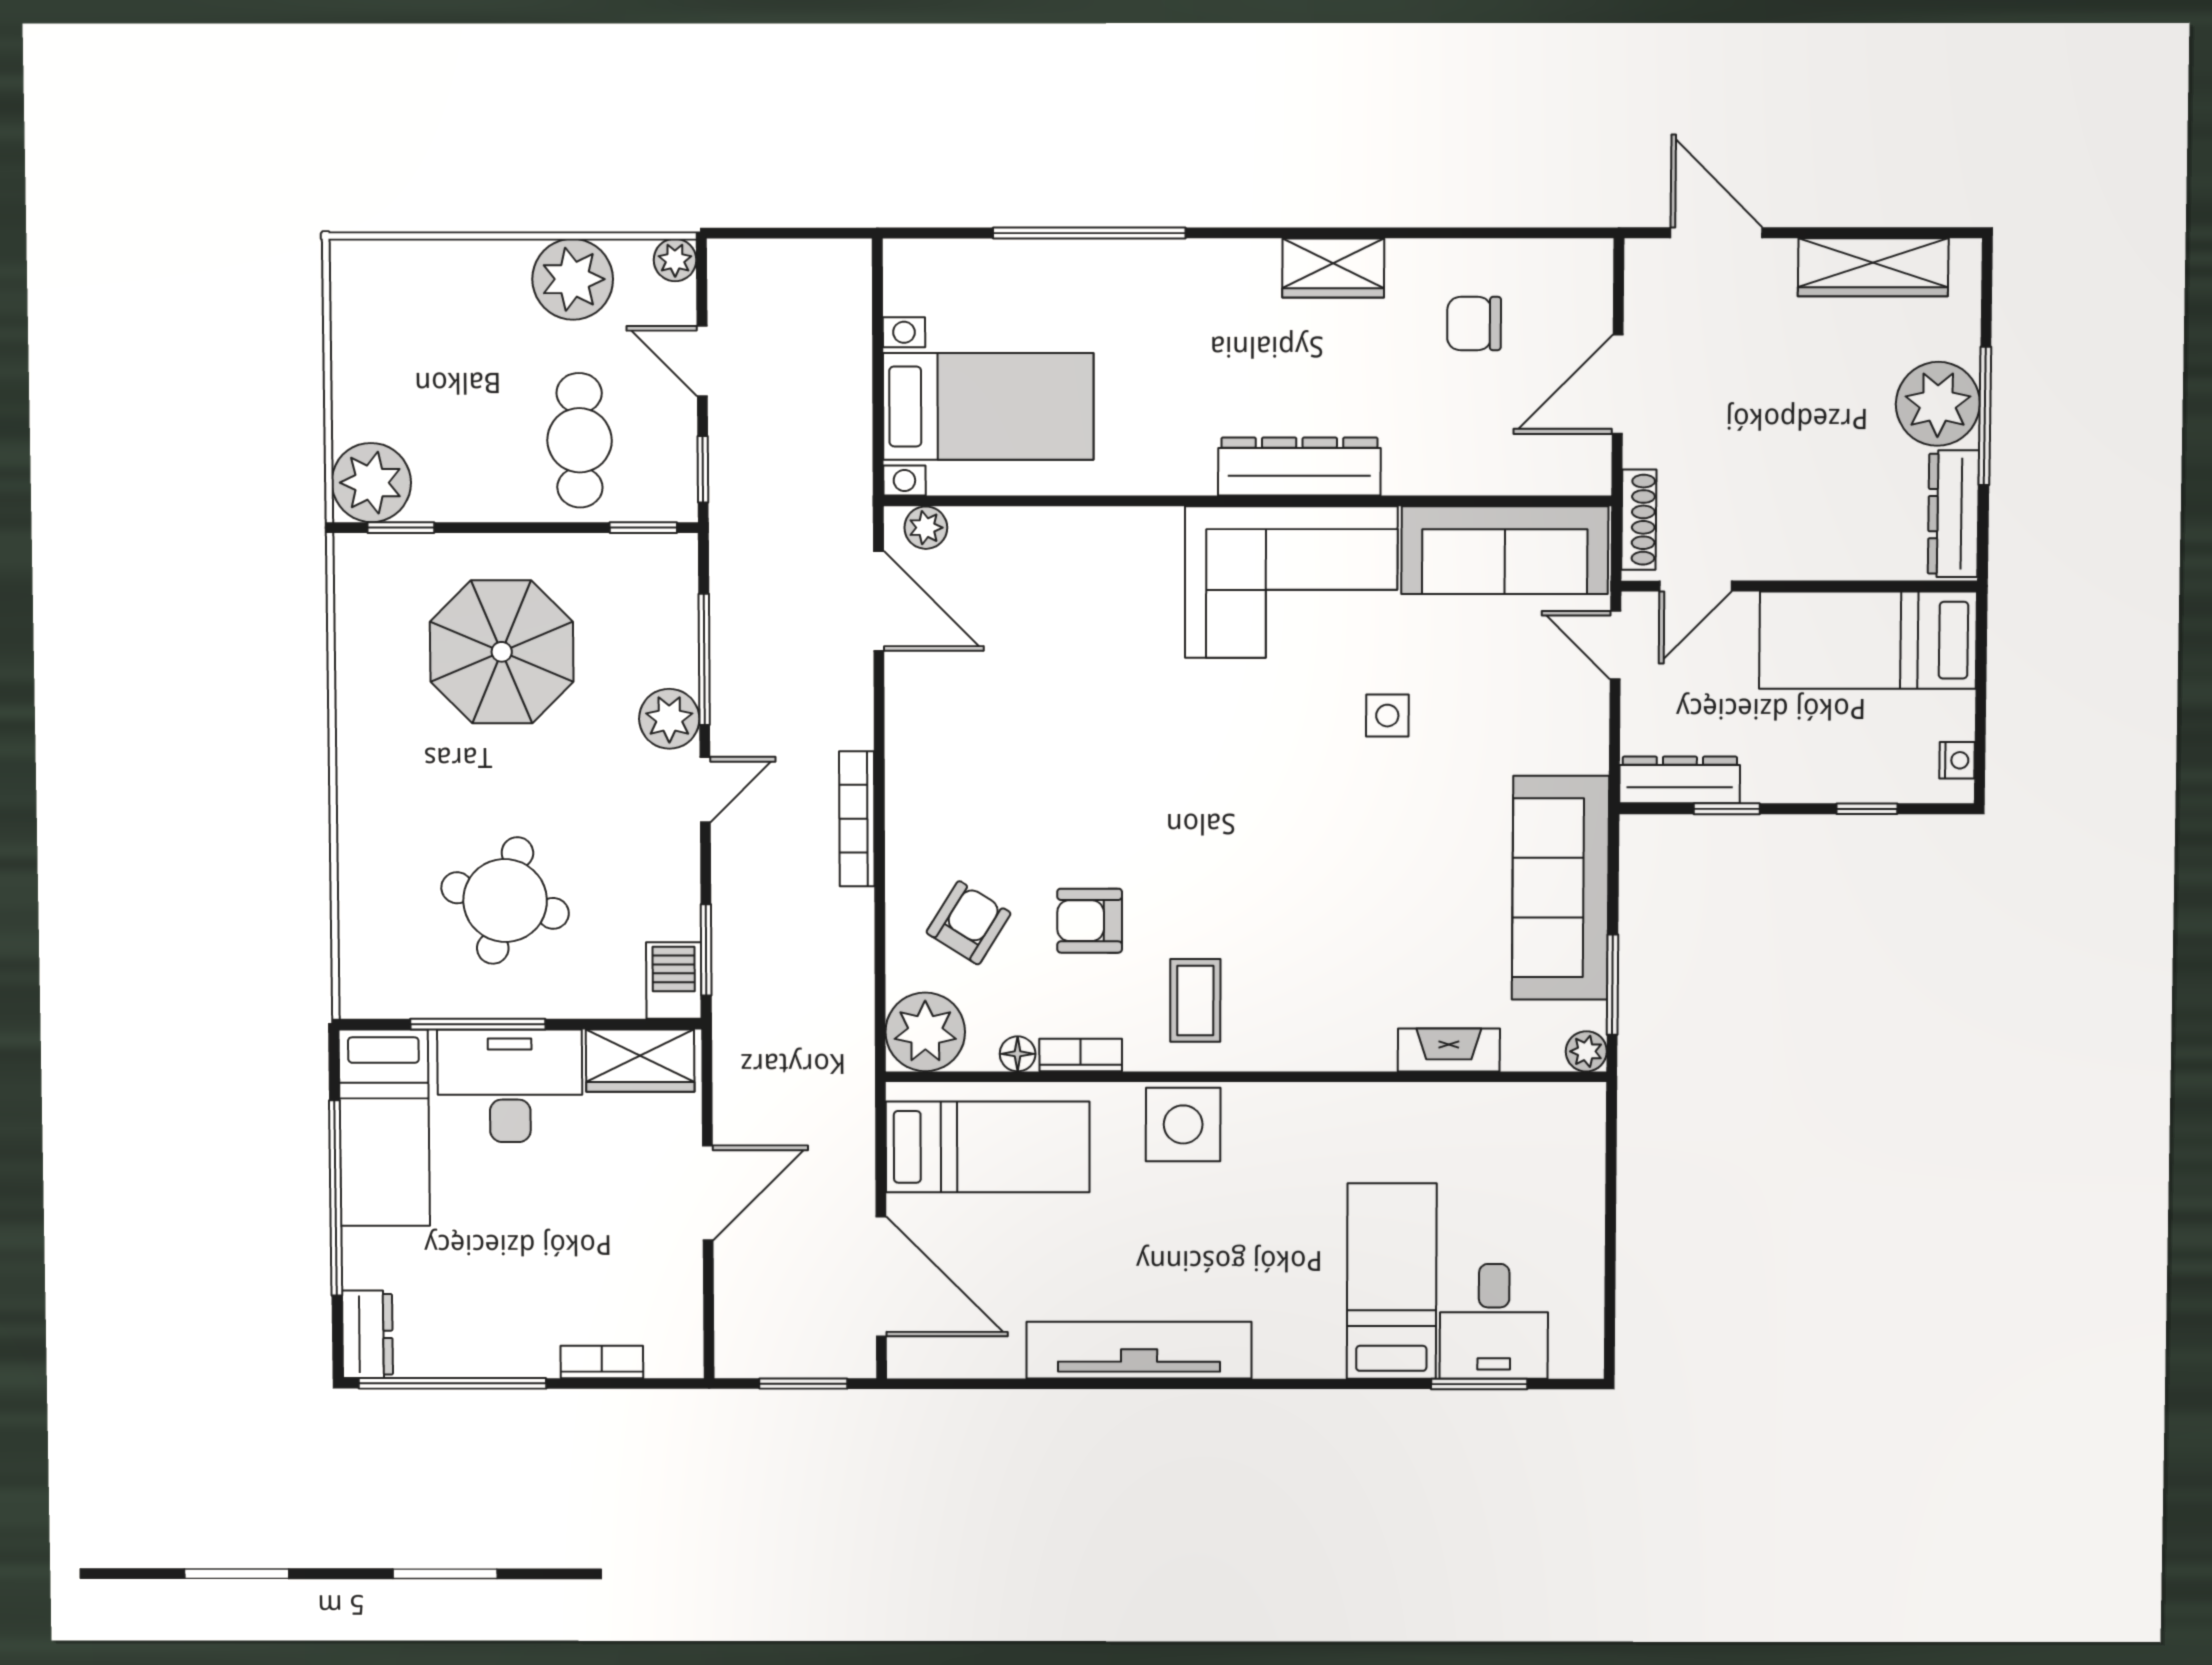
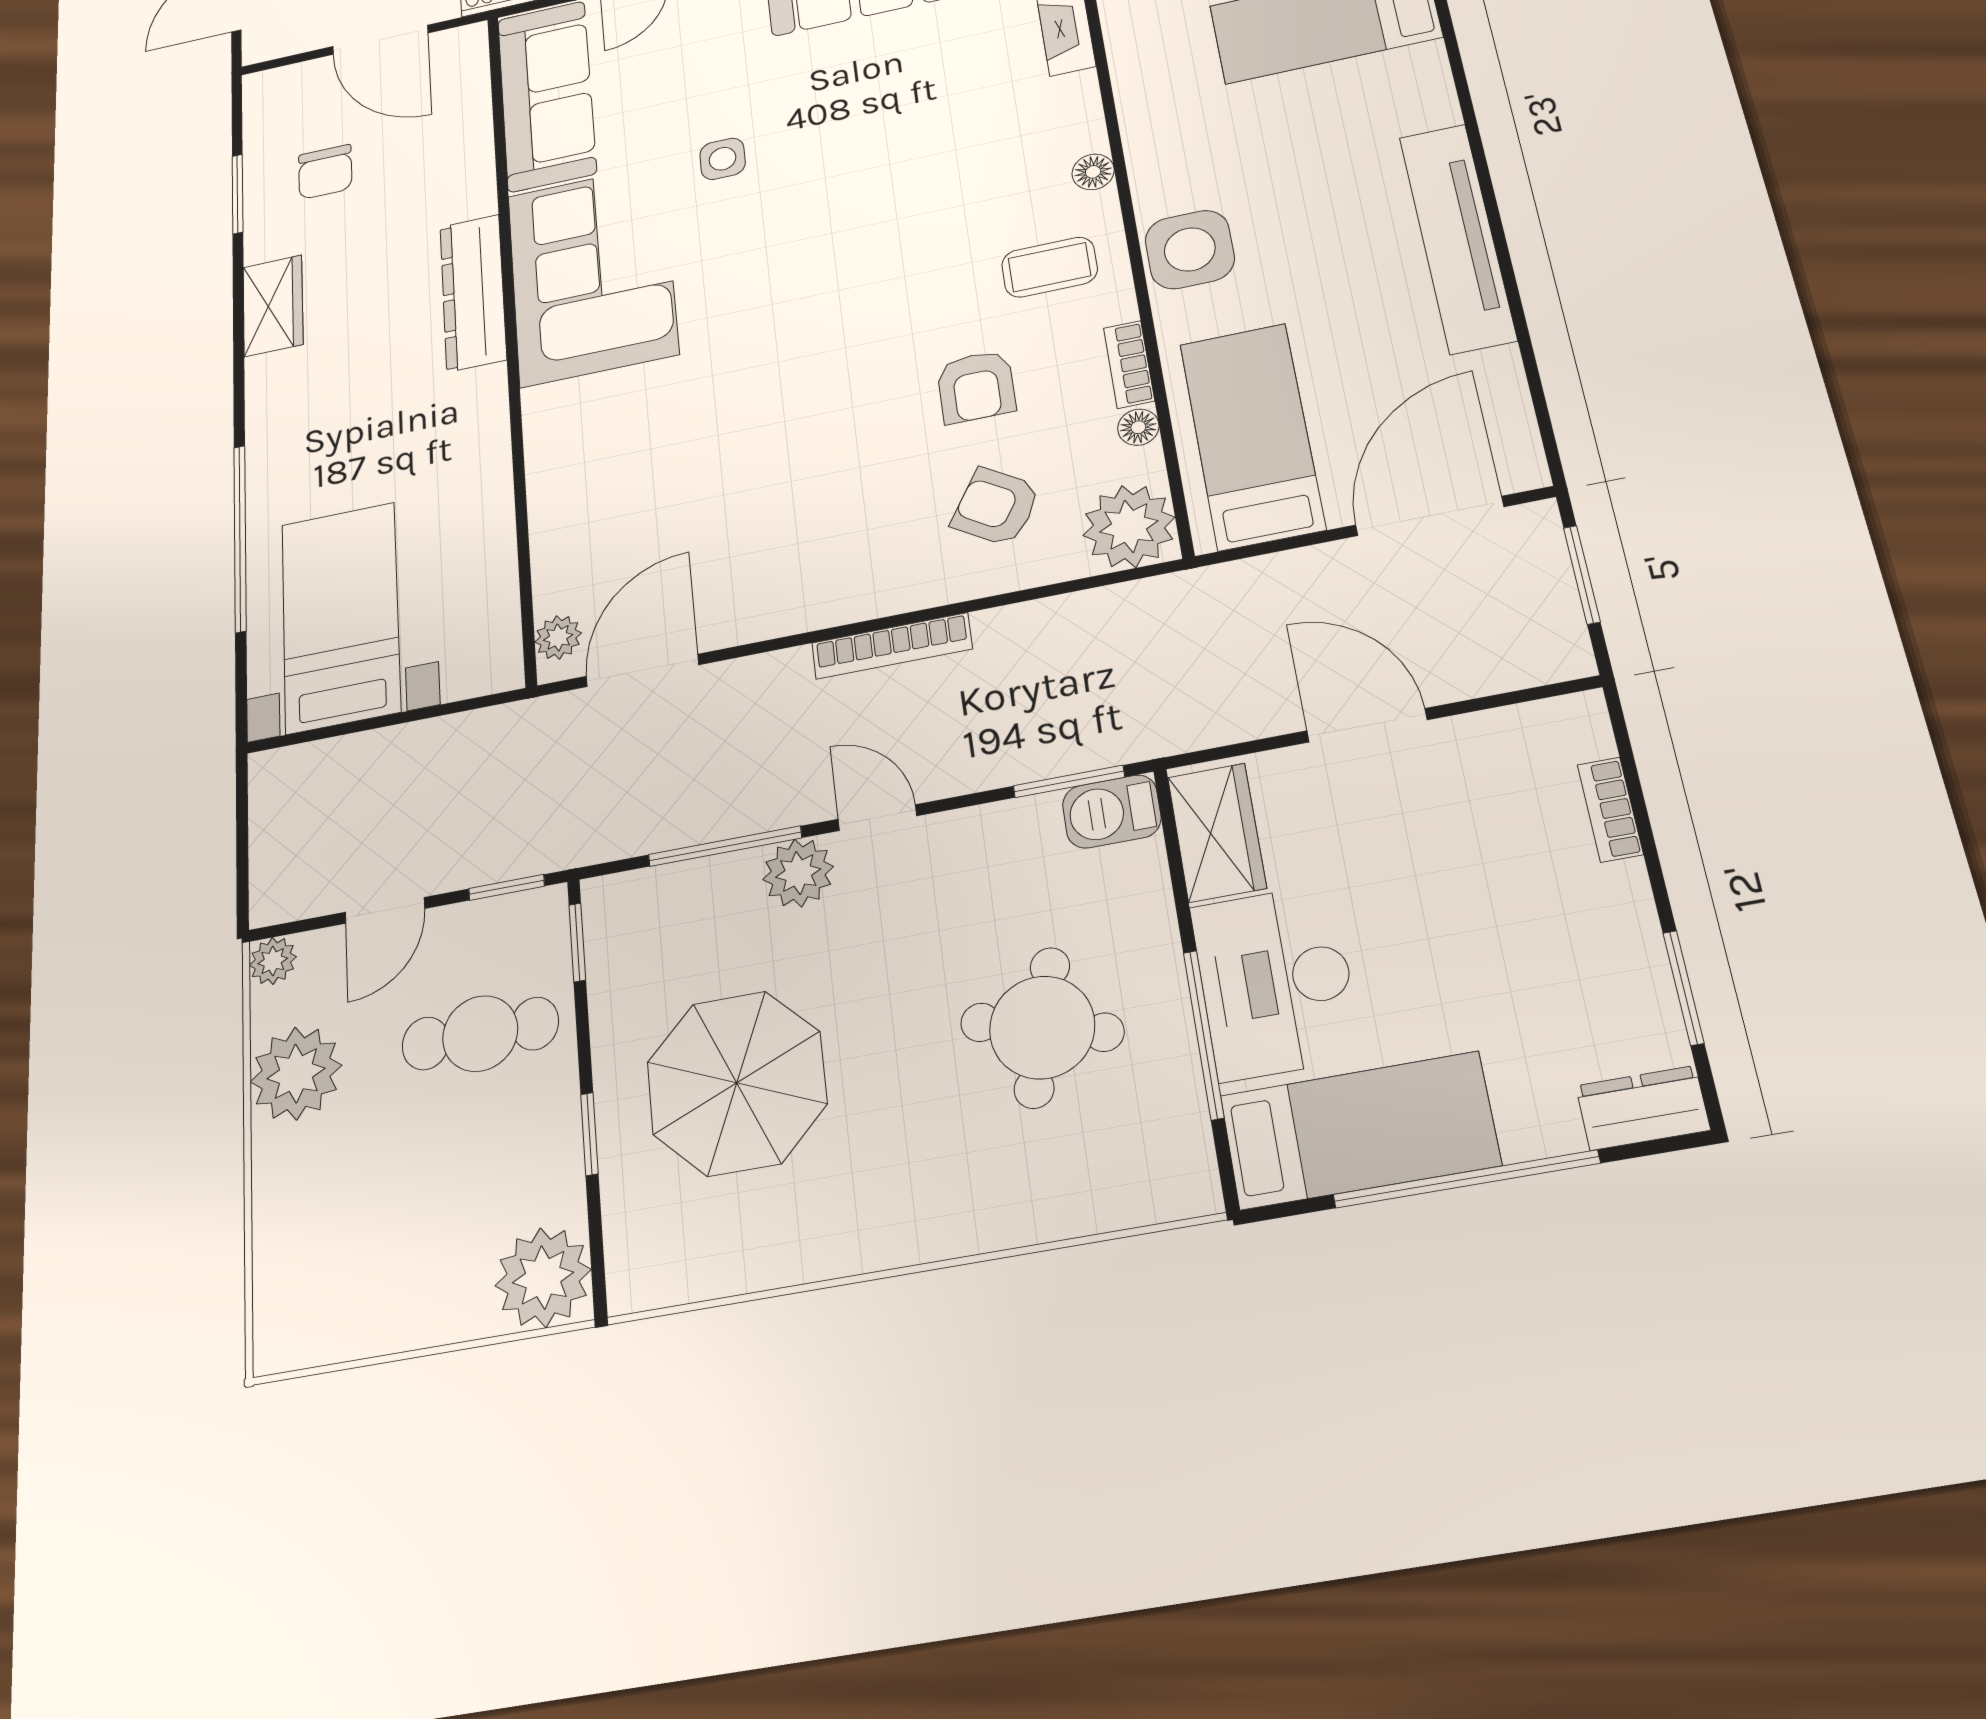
window: (1471, 233) -> (238, 194), added
bed with nightstands: (988, 406) -> (341, 617), moved
window: (401, 528) -> (589, 1134), moved
floor lamp: (1285, 1053) -> (1093, 172), added
window: (452, 1383) -> (1683, 988), width x0.47

